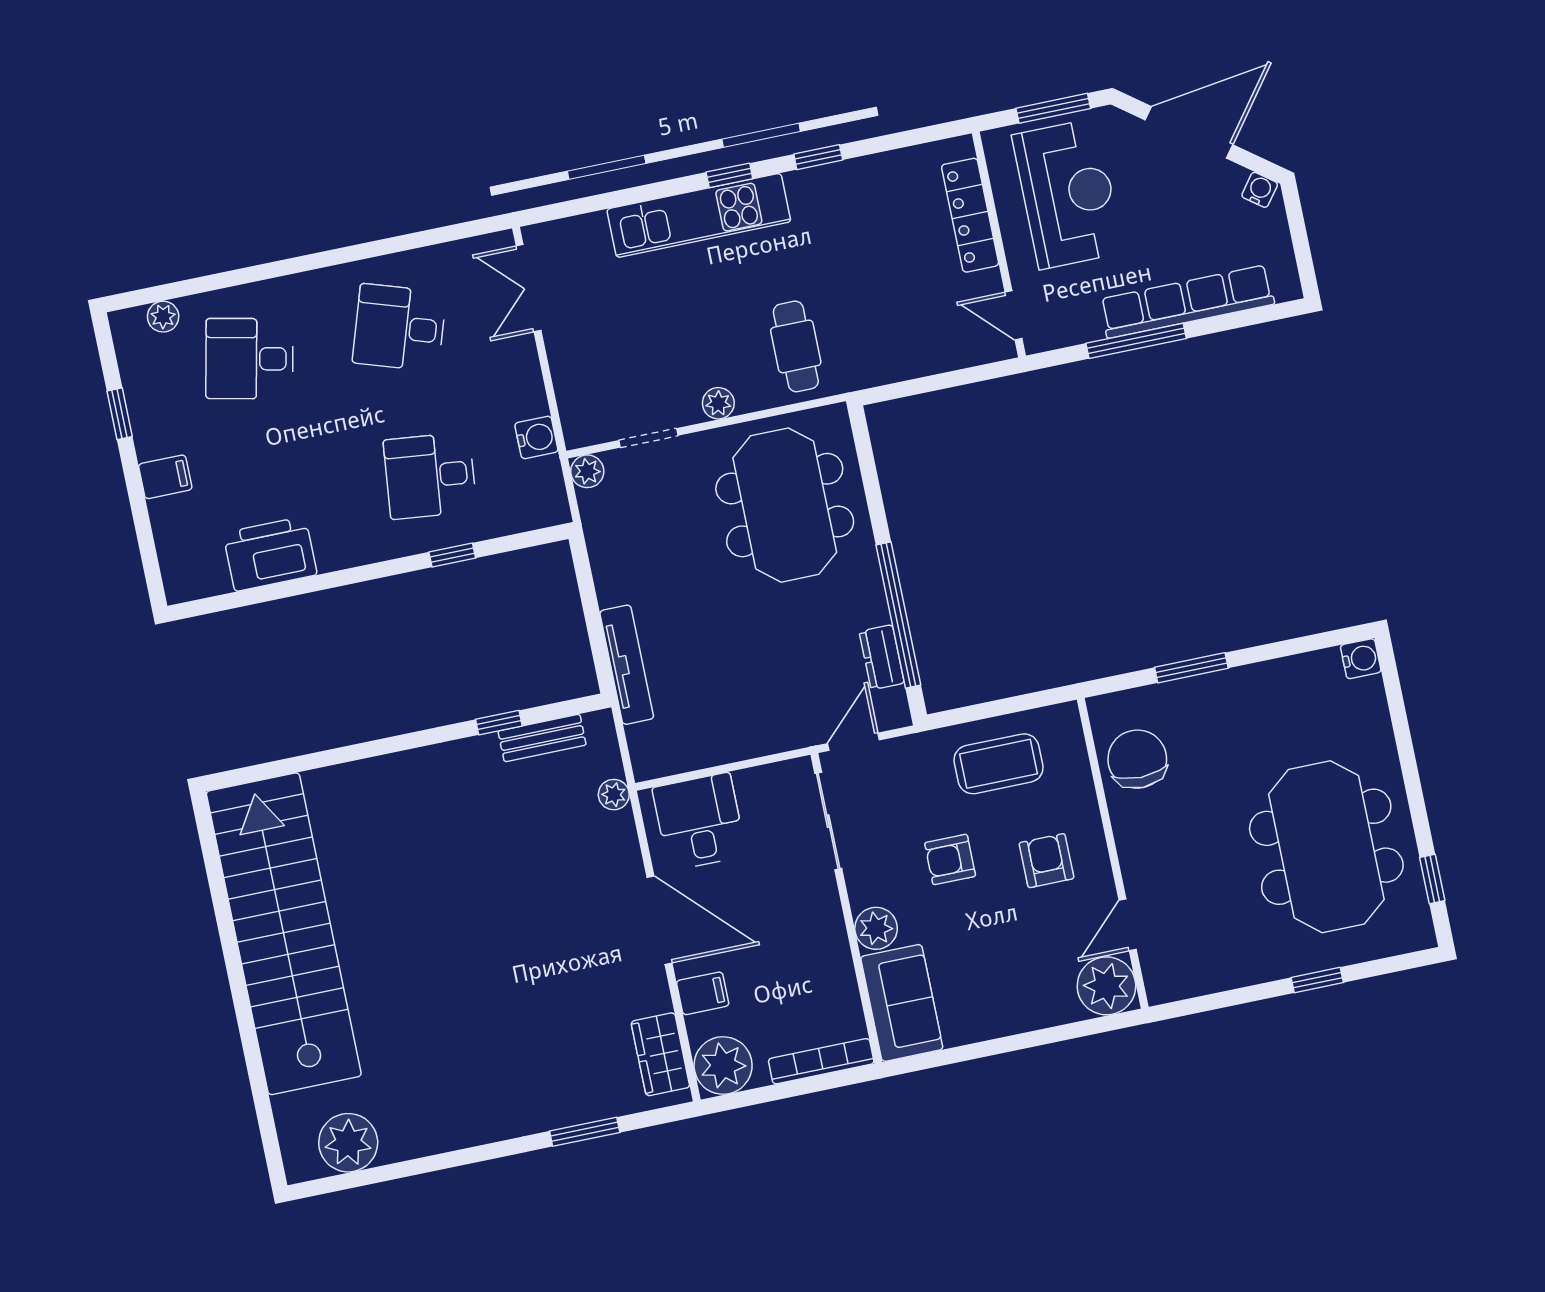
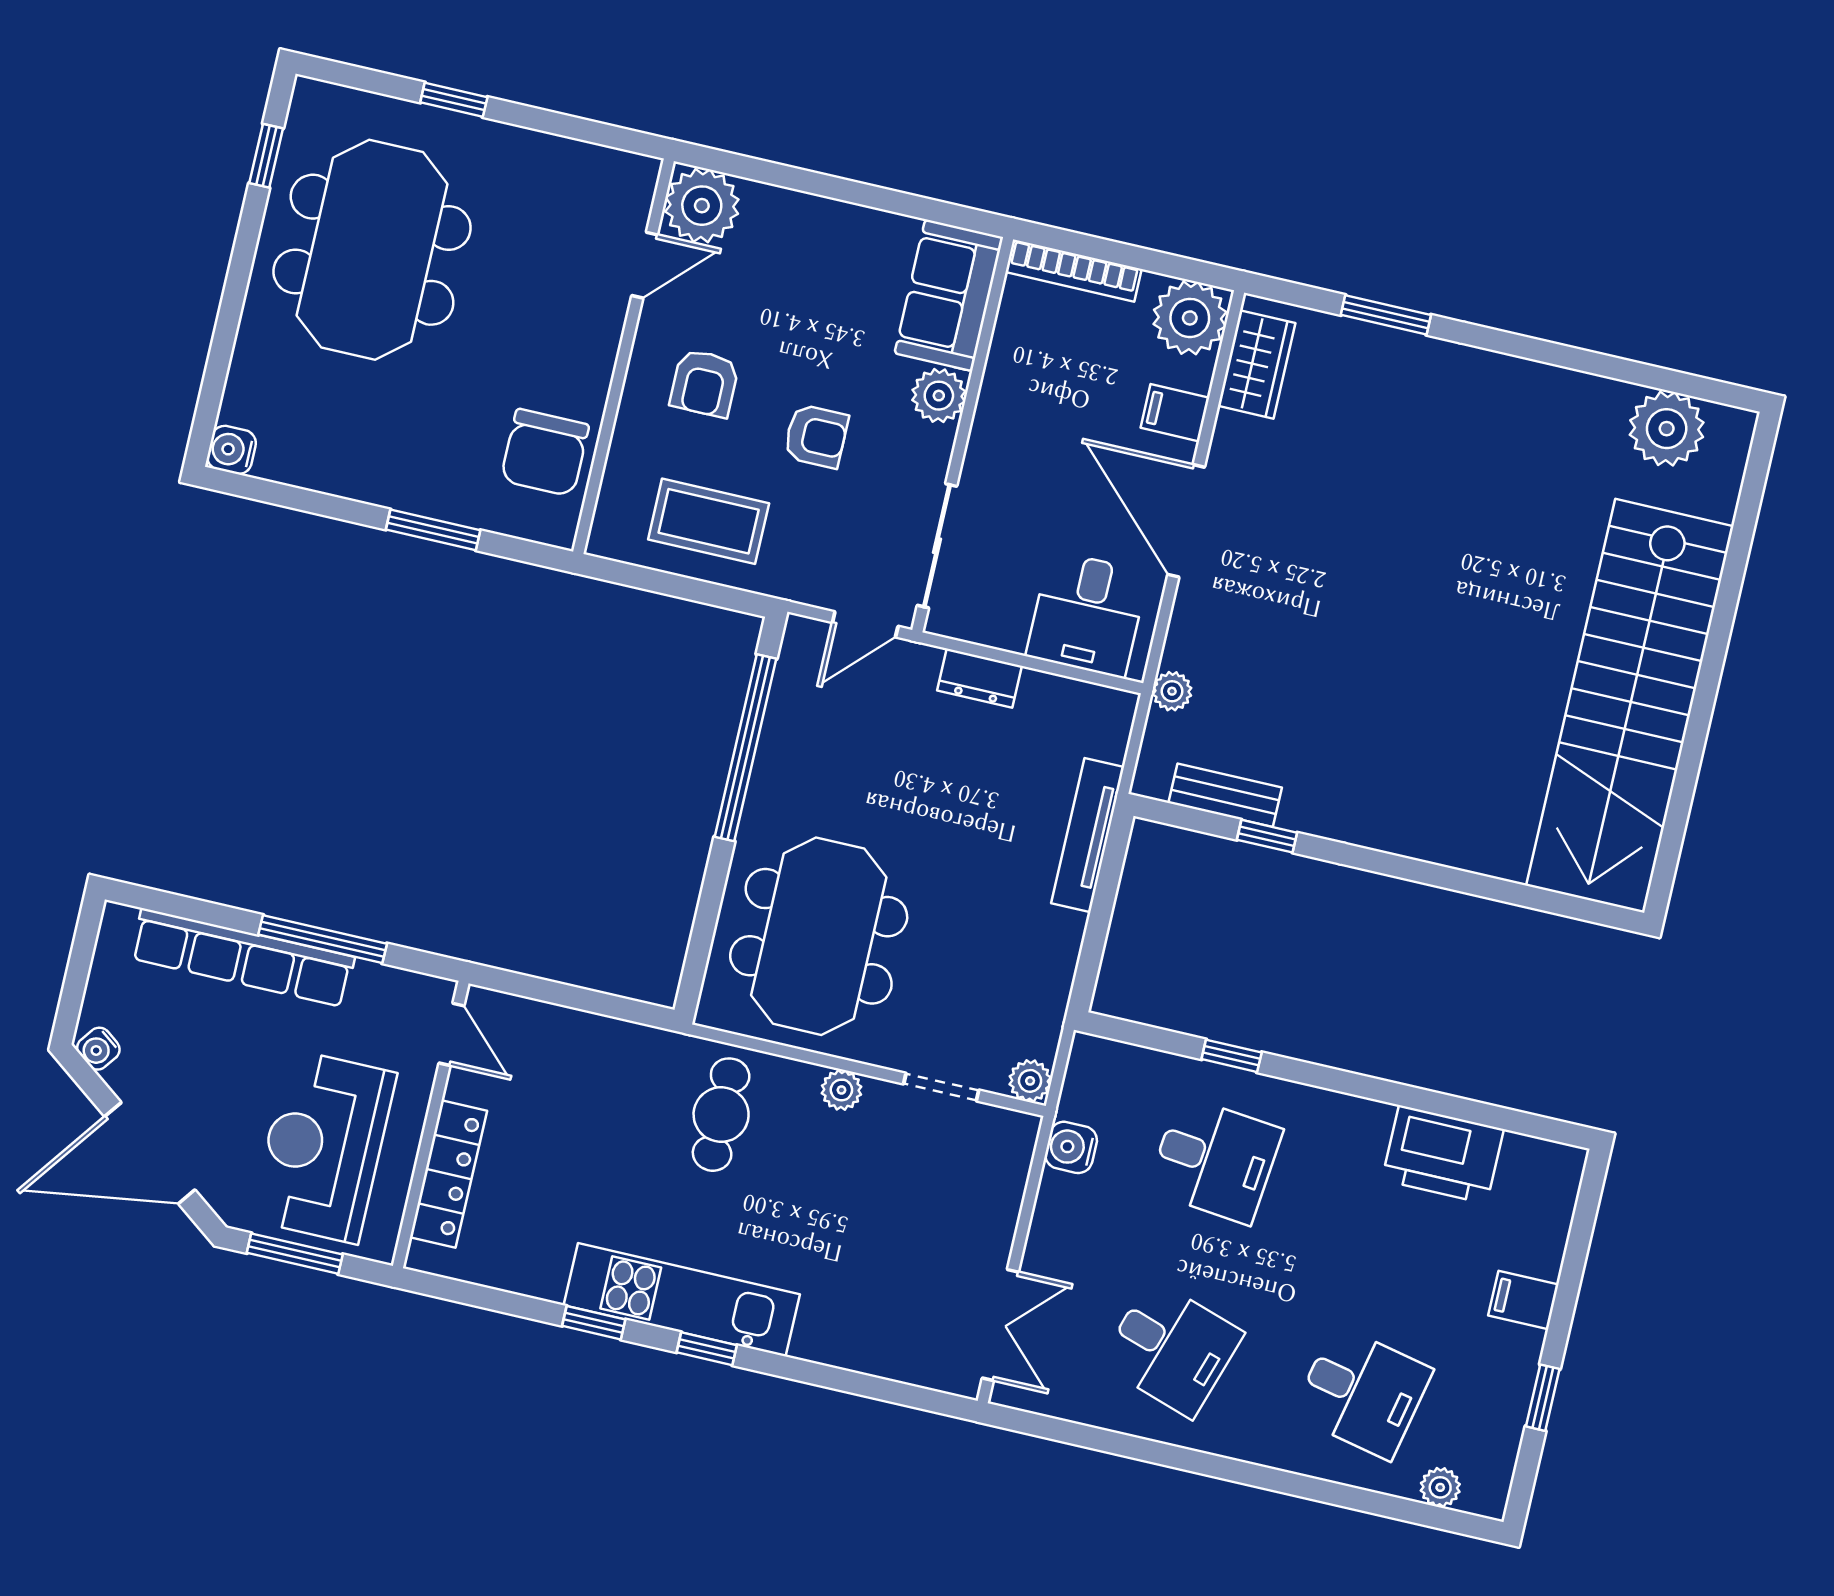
kitchen unit: (699, 215) -> (682, 1300), moved
dresser: (882, 657) -> (979, 678), moved, turned 90

